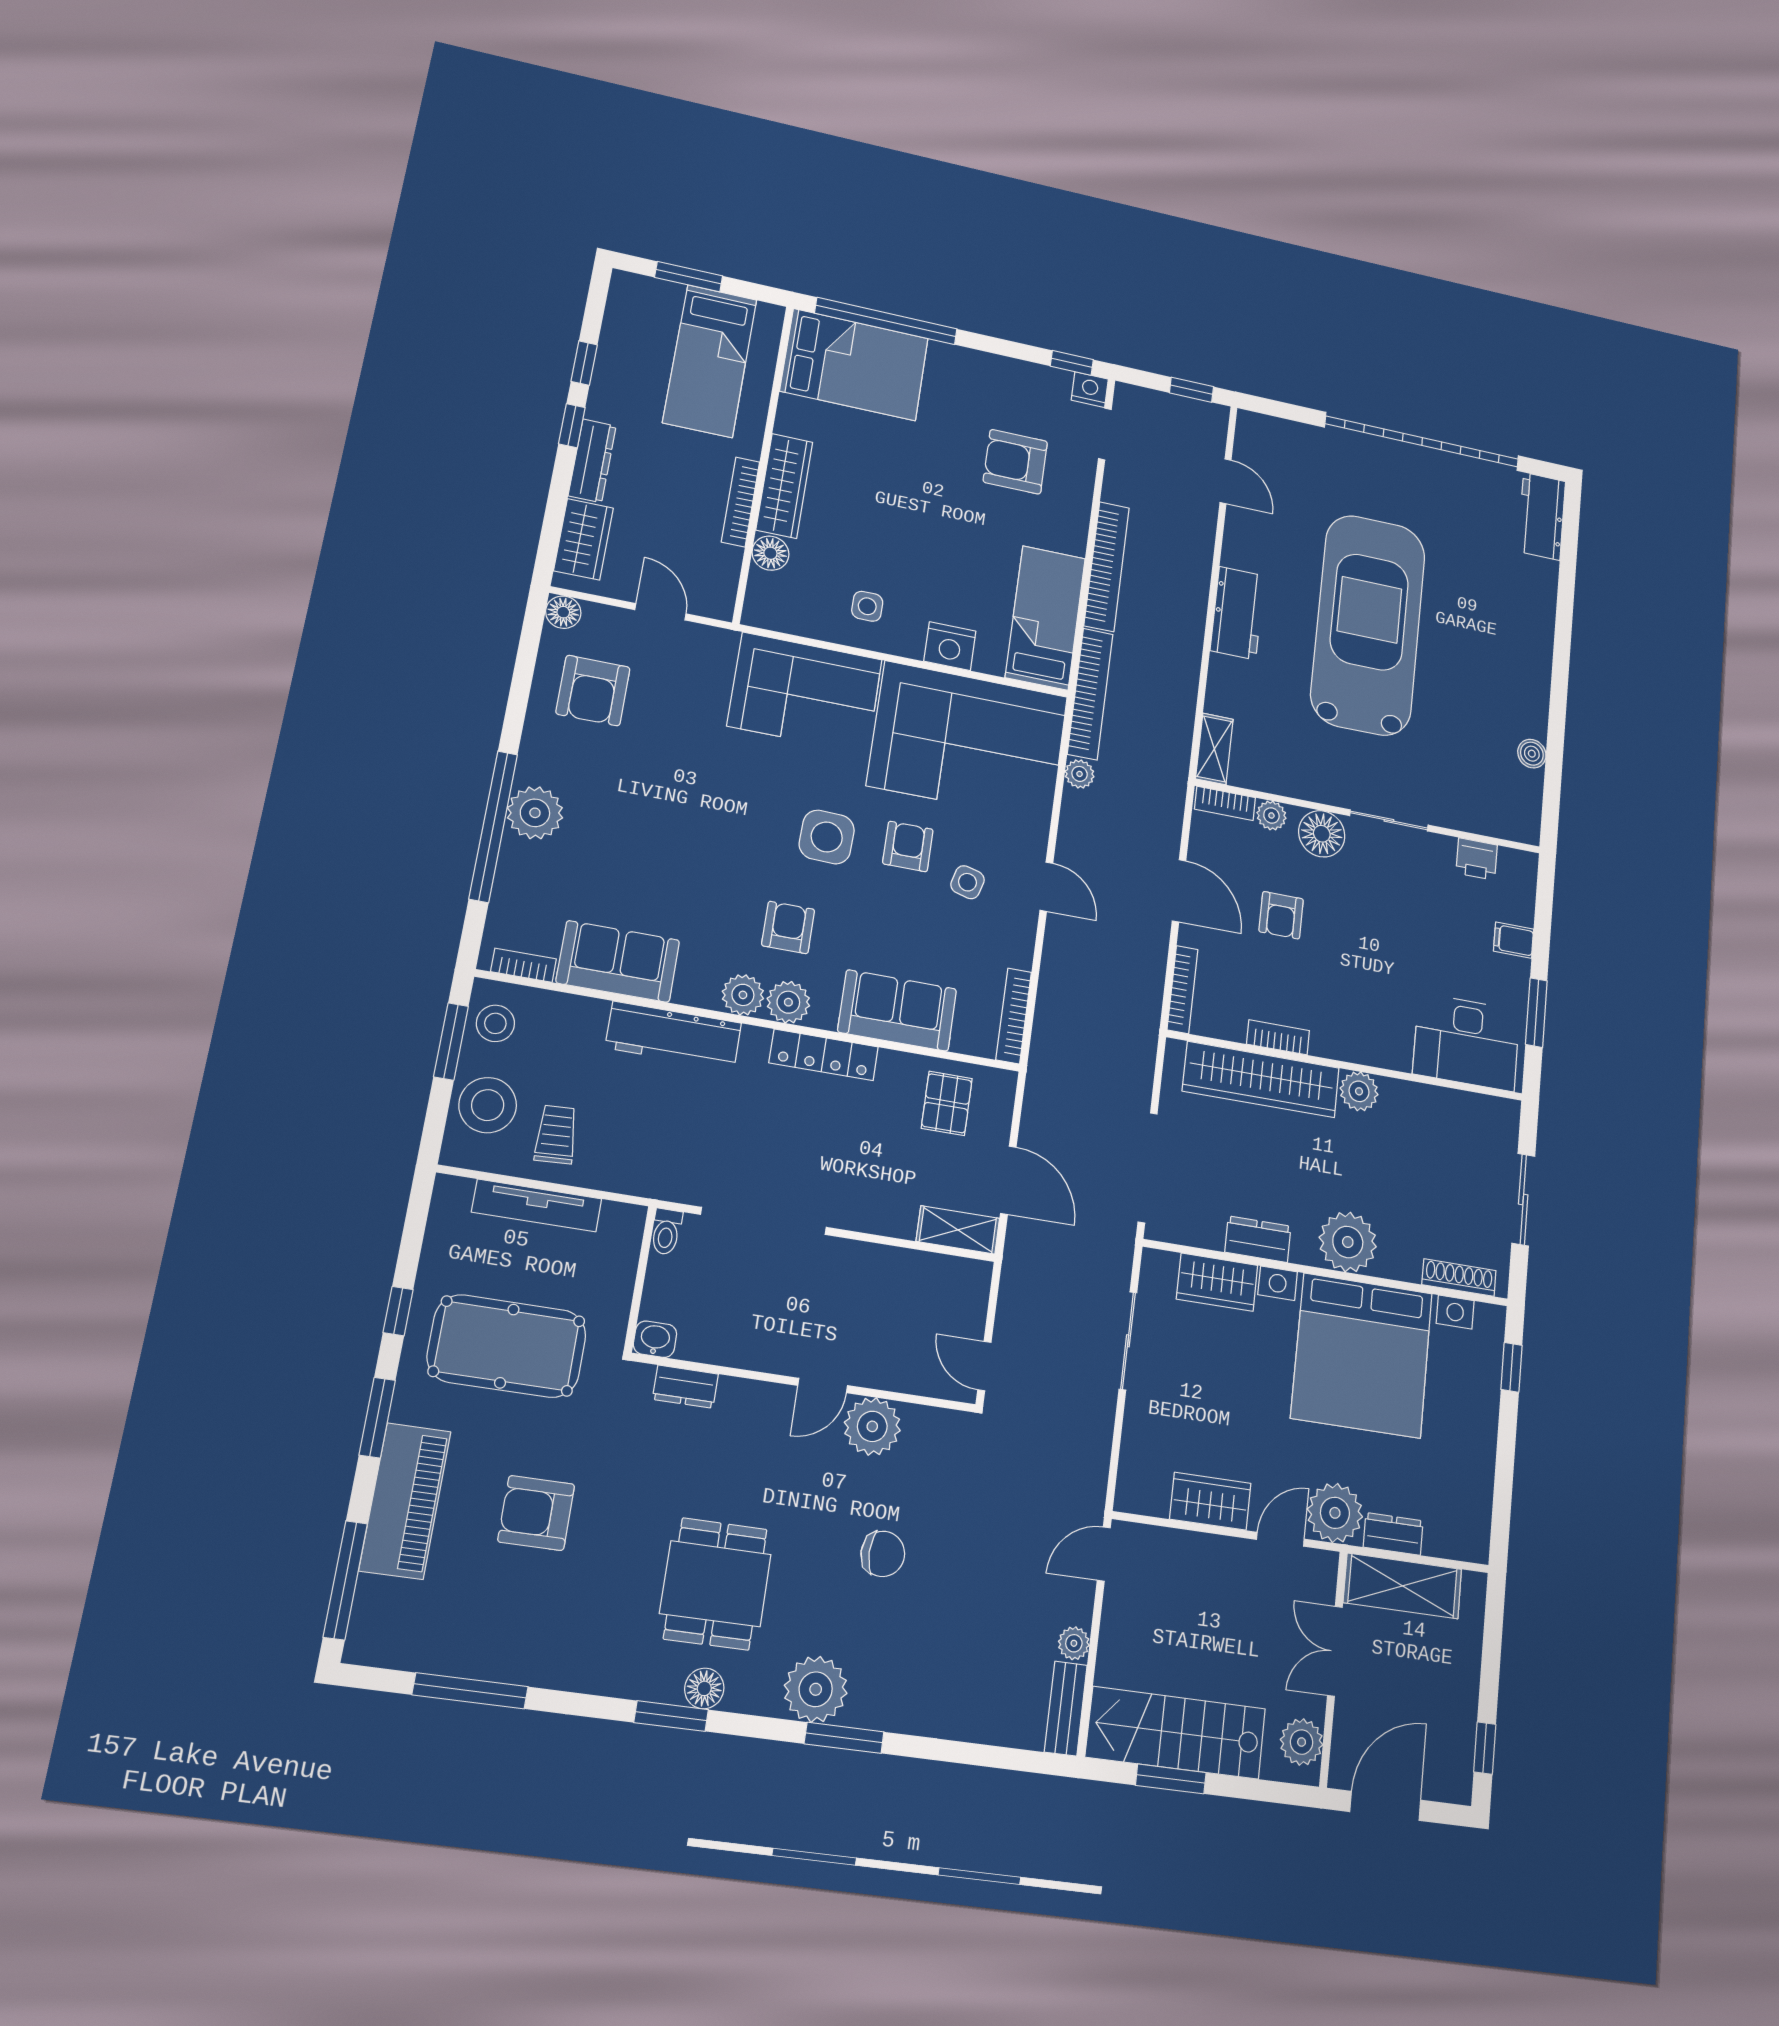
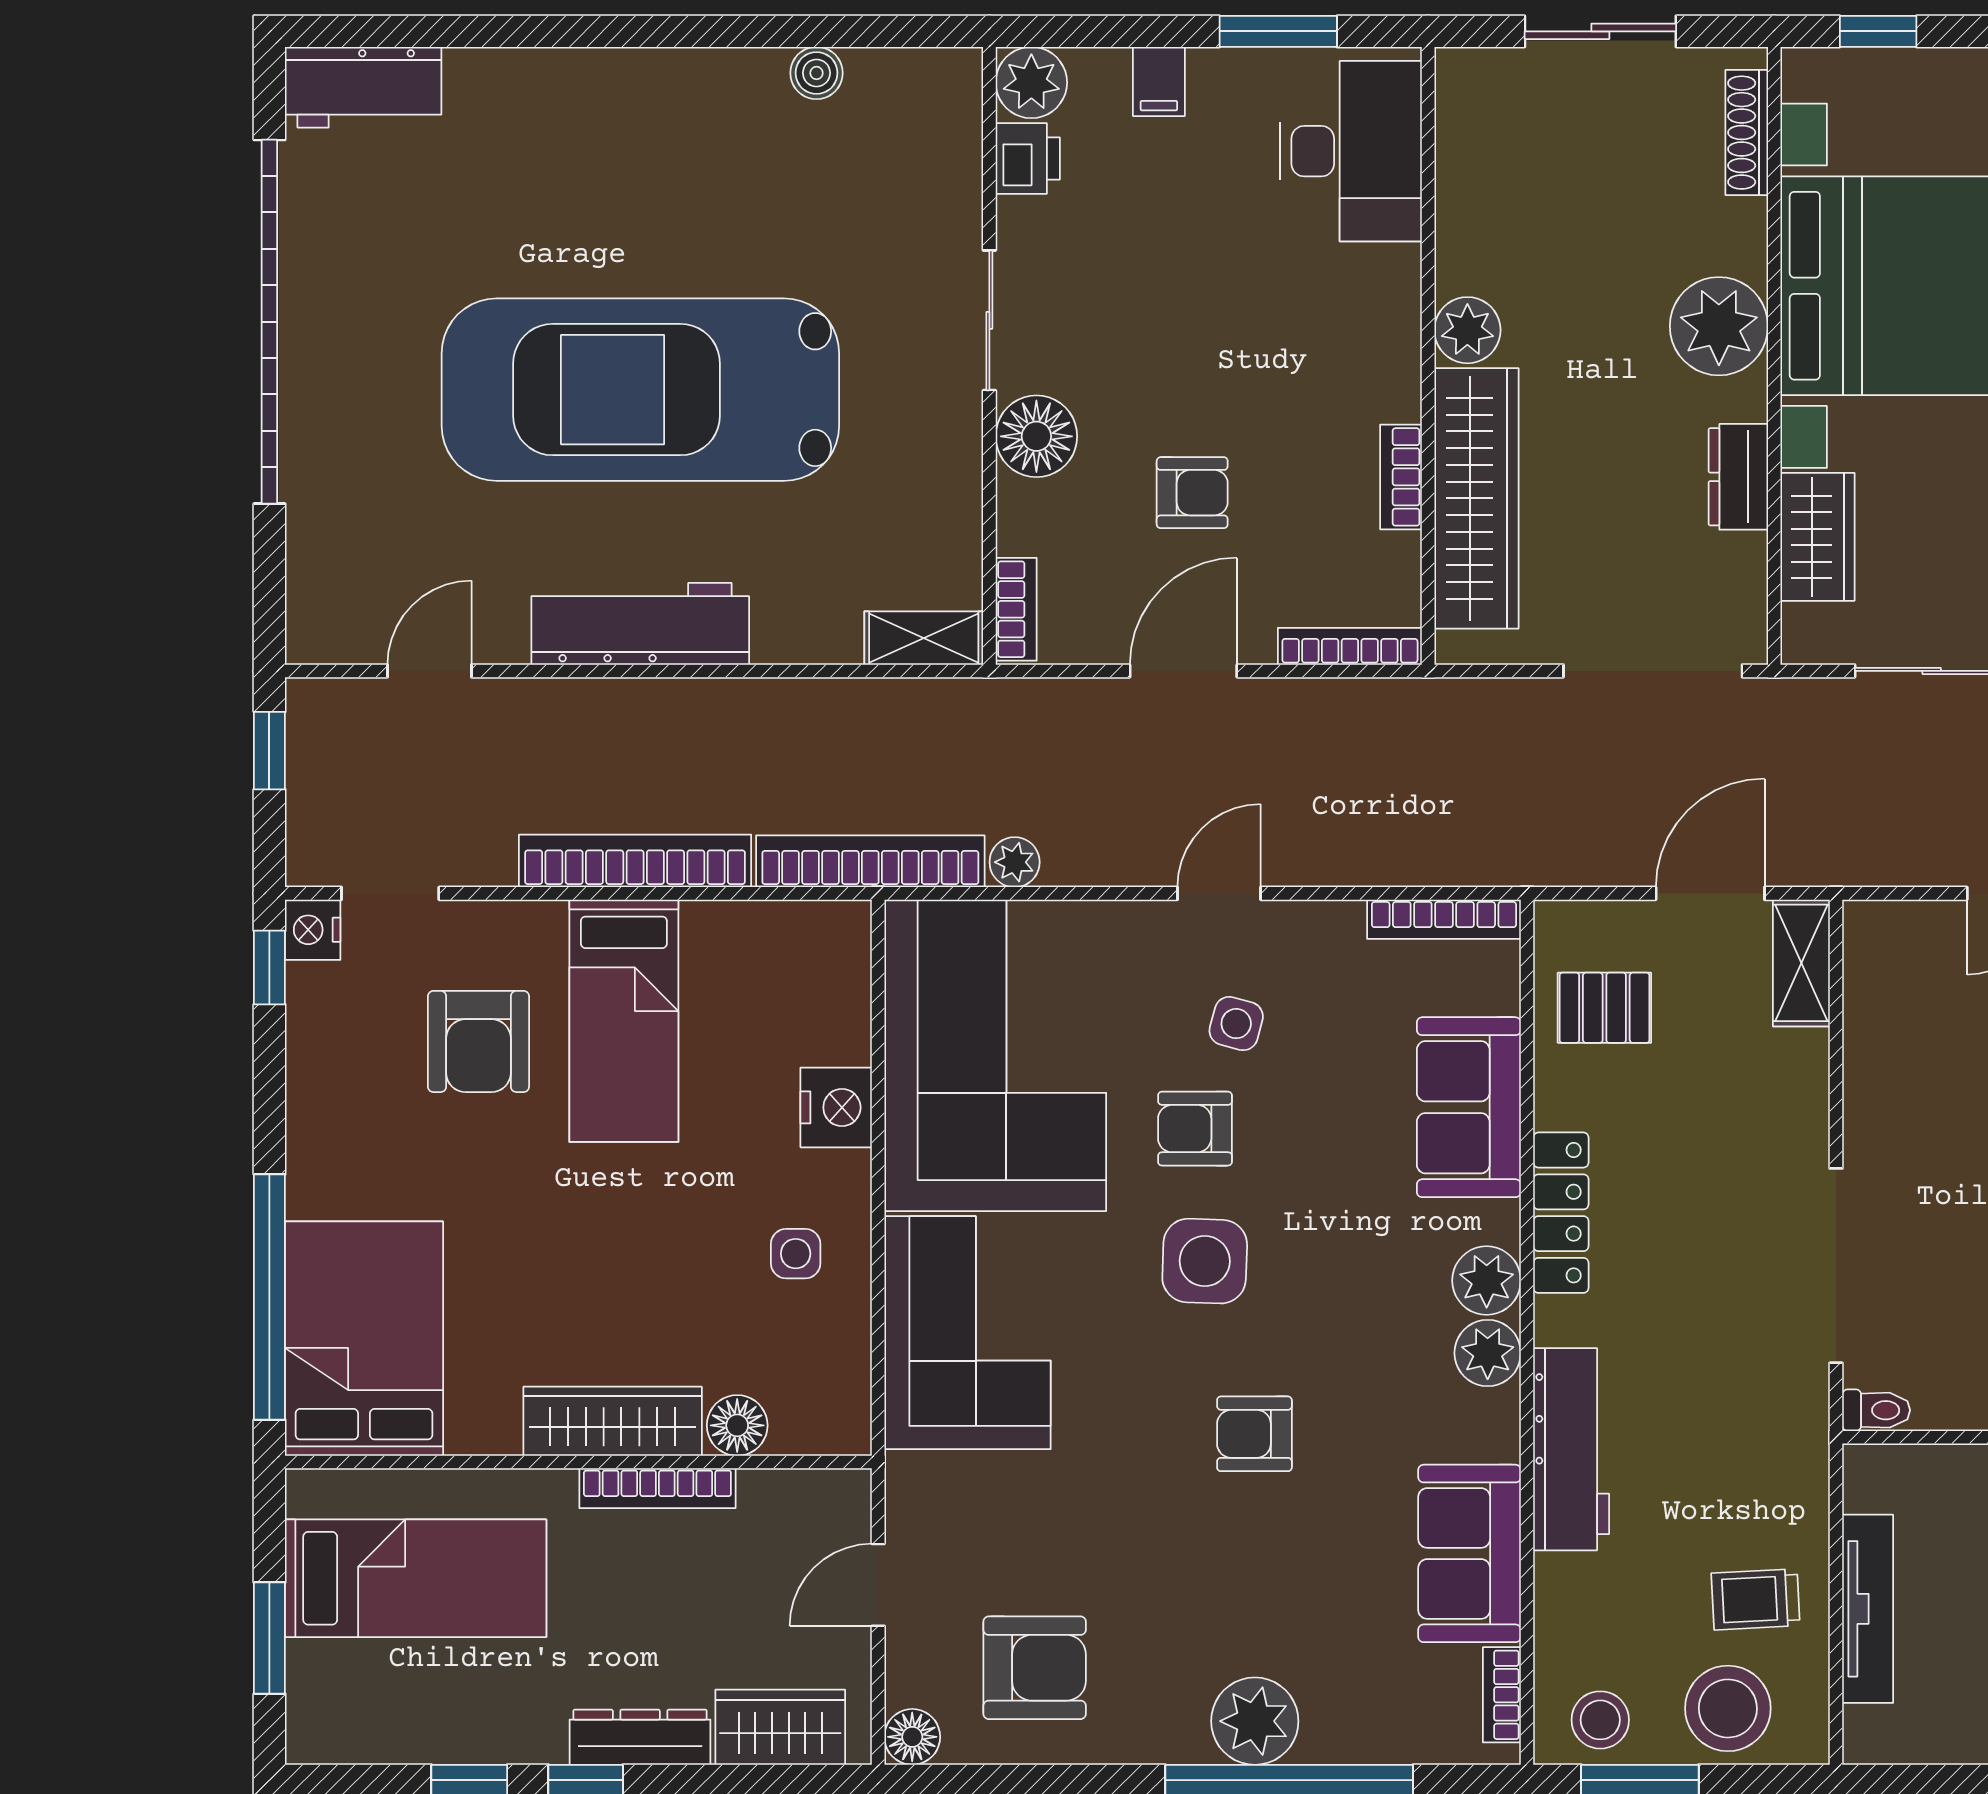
workbench: (1237, 613) -> (640, 624), width x1.38
bed: (1045, 618) -> (624, 1021), moved, turned -90
plant: (1271, 815) -> (1031, 83), moved, width x1.38, depth x1.38
armchair: (788, 927) -> (1254, 1434), moved

